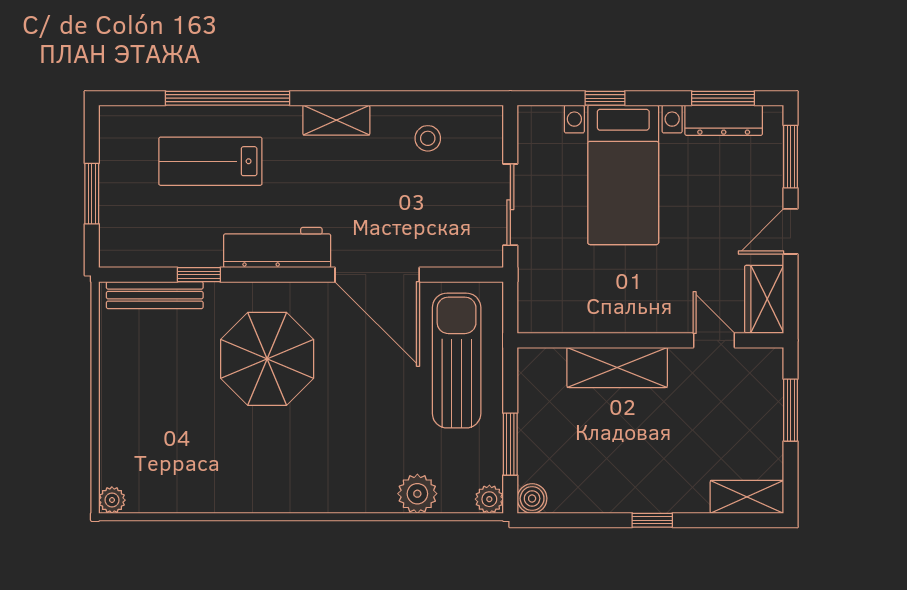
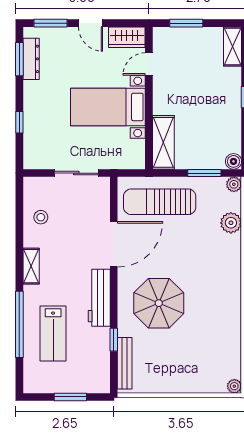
bed with nightstands: (623, 175) -> (108, 107), moved, turned 180
shelving: (617, 367) -> (163, 142), moved

